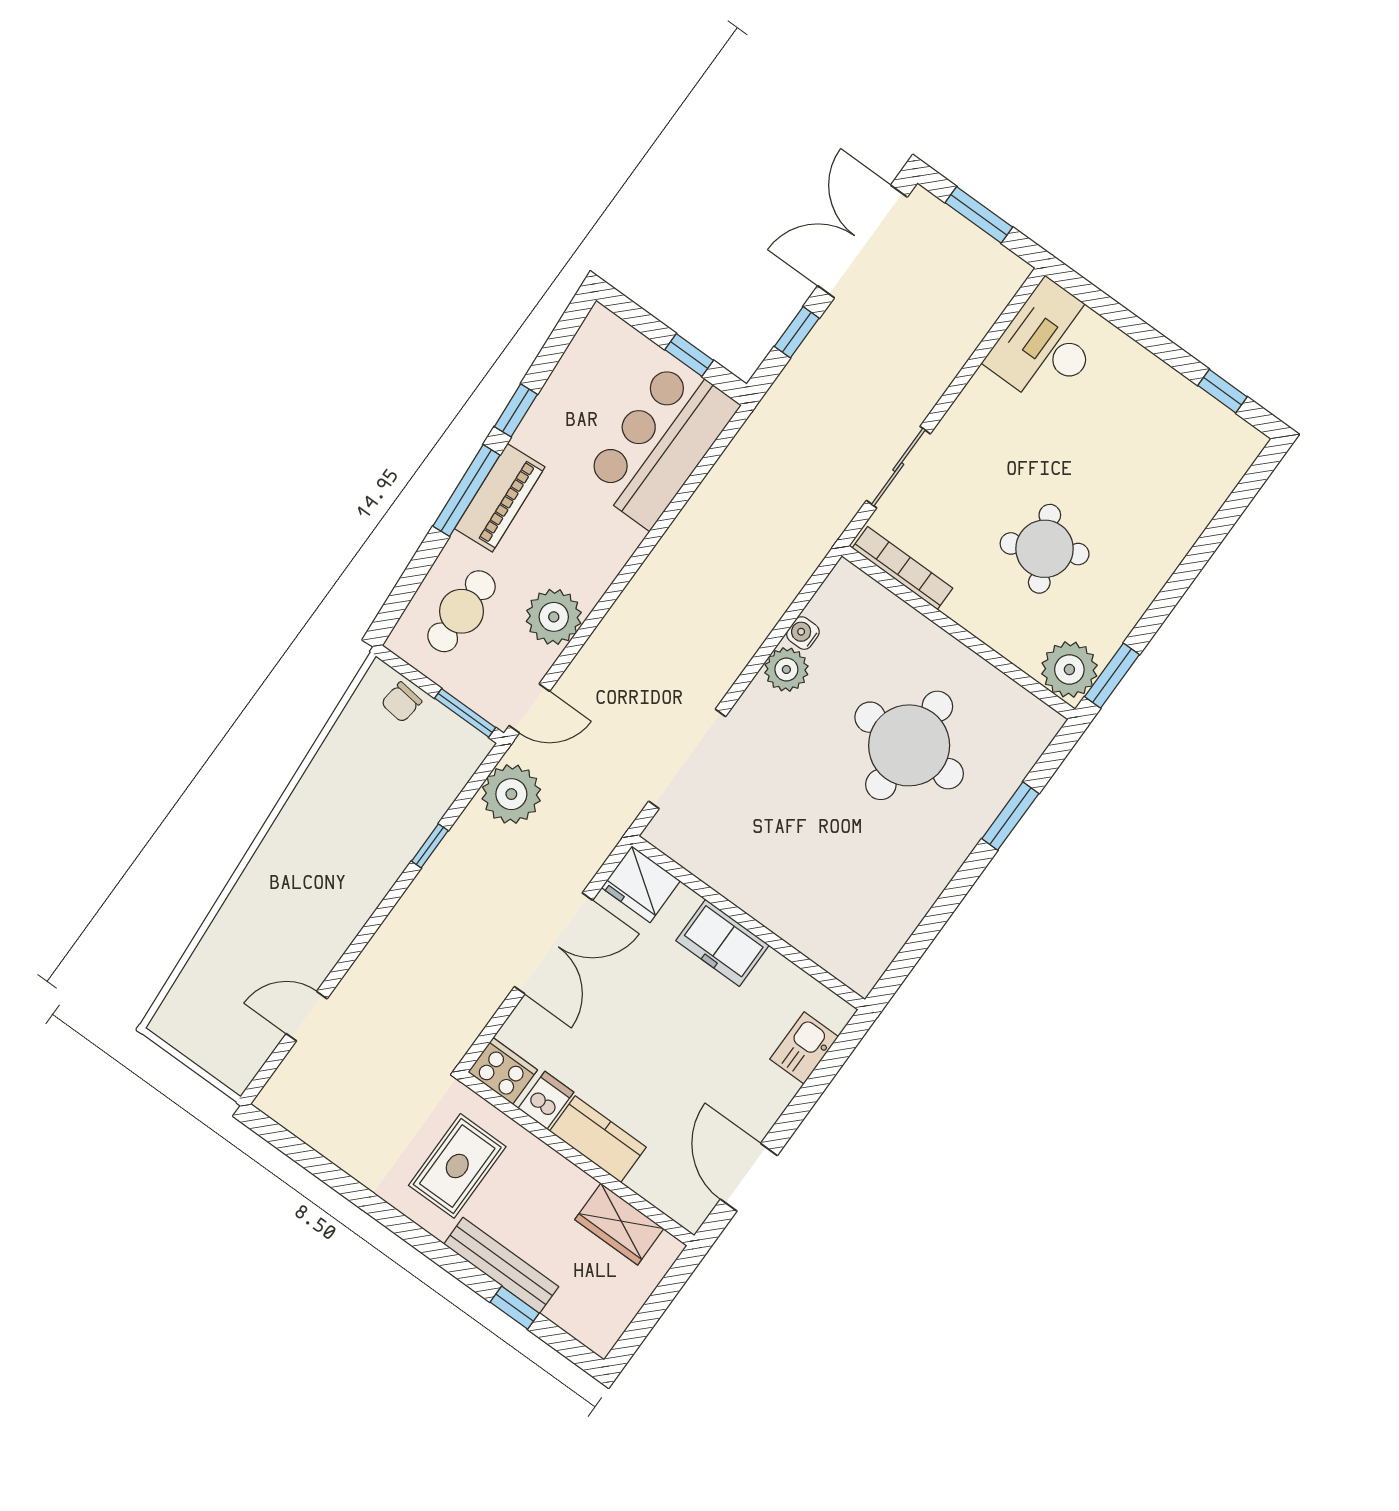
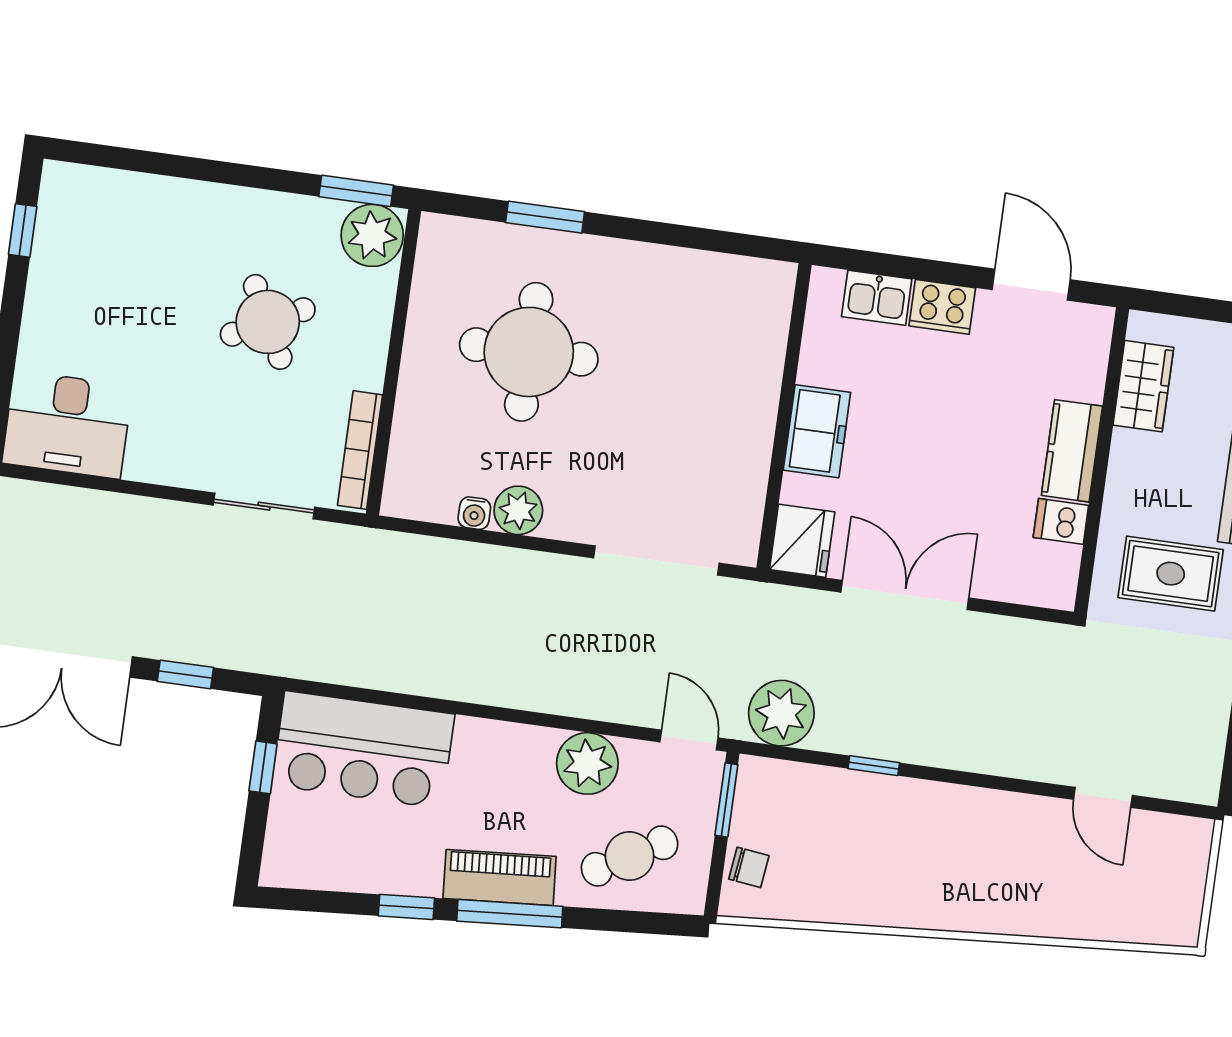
cafe table: (461, 611) -> (630, 856), turned -30
cooker: (503, 1071) -> (942, 307), moved, turned -90
door: (749, 1177) -> (1031, 285), swing flipped

